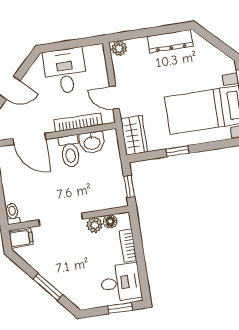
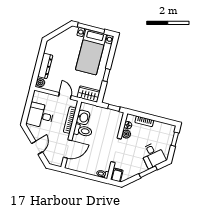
dresser: (170, 41) -> (45, 66), moved
door: (114, 98) -> (65, 96), swing flipped
desk: (121, 283) -> (153, 155), moved, turned 140

